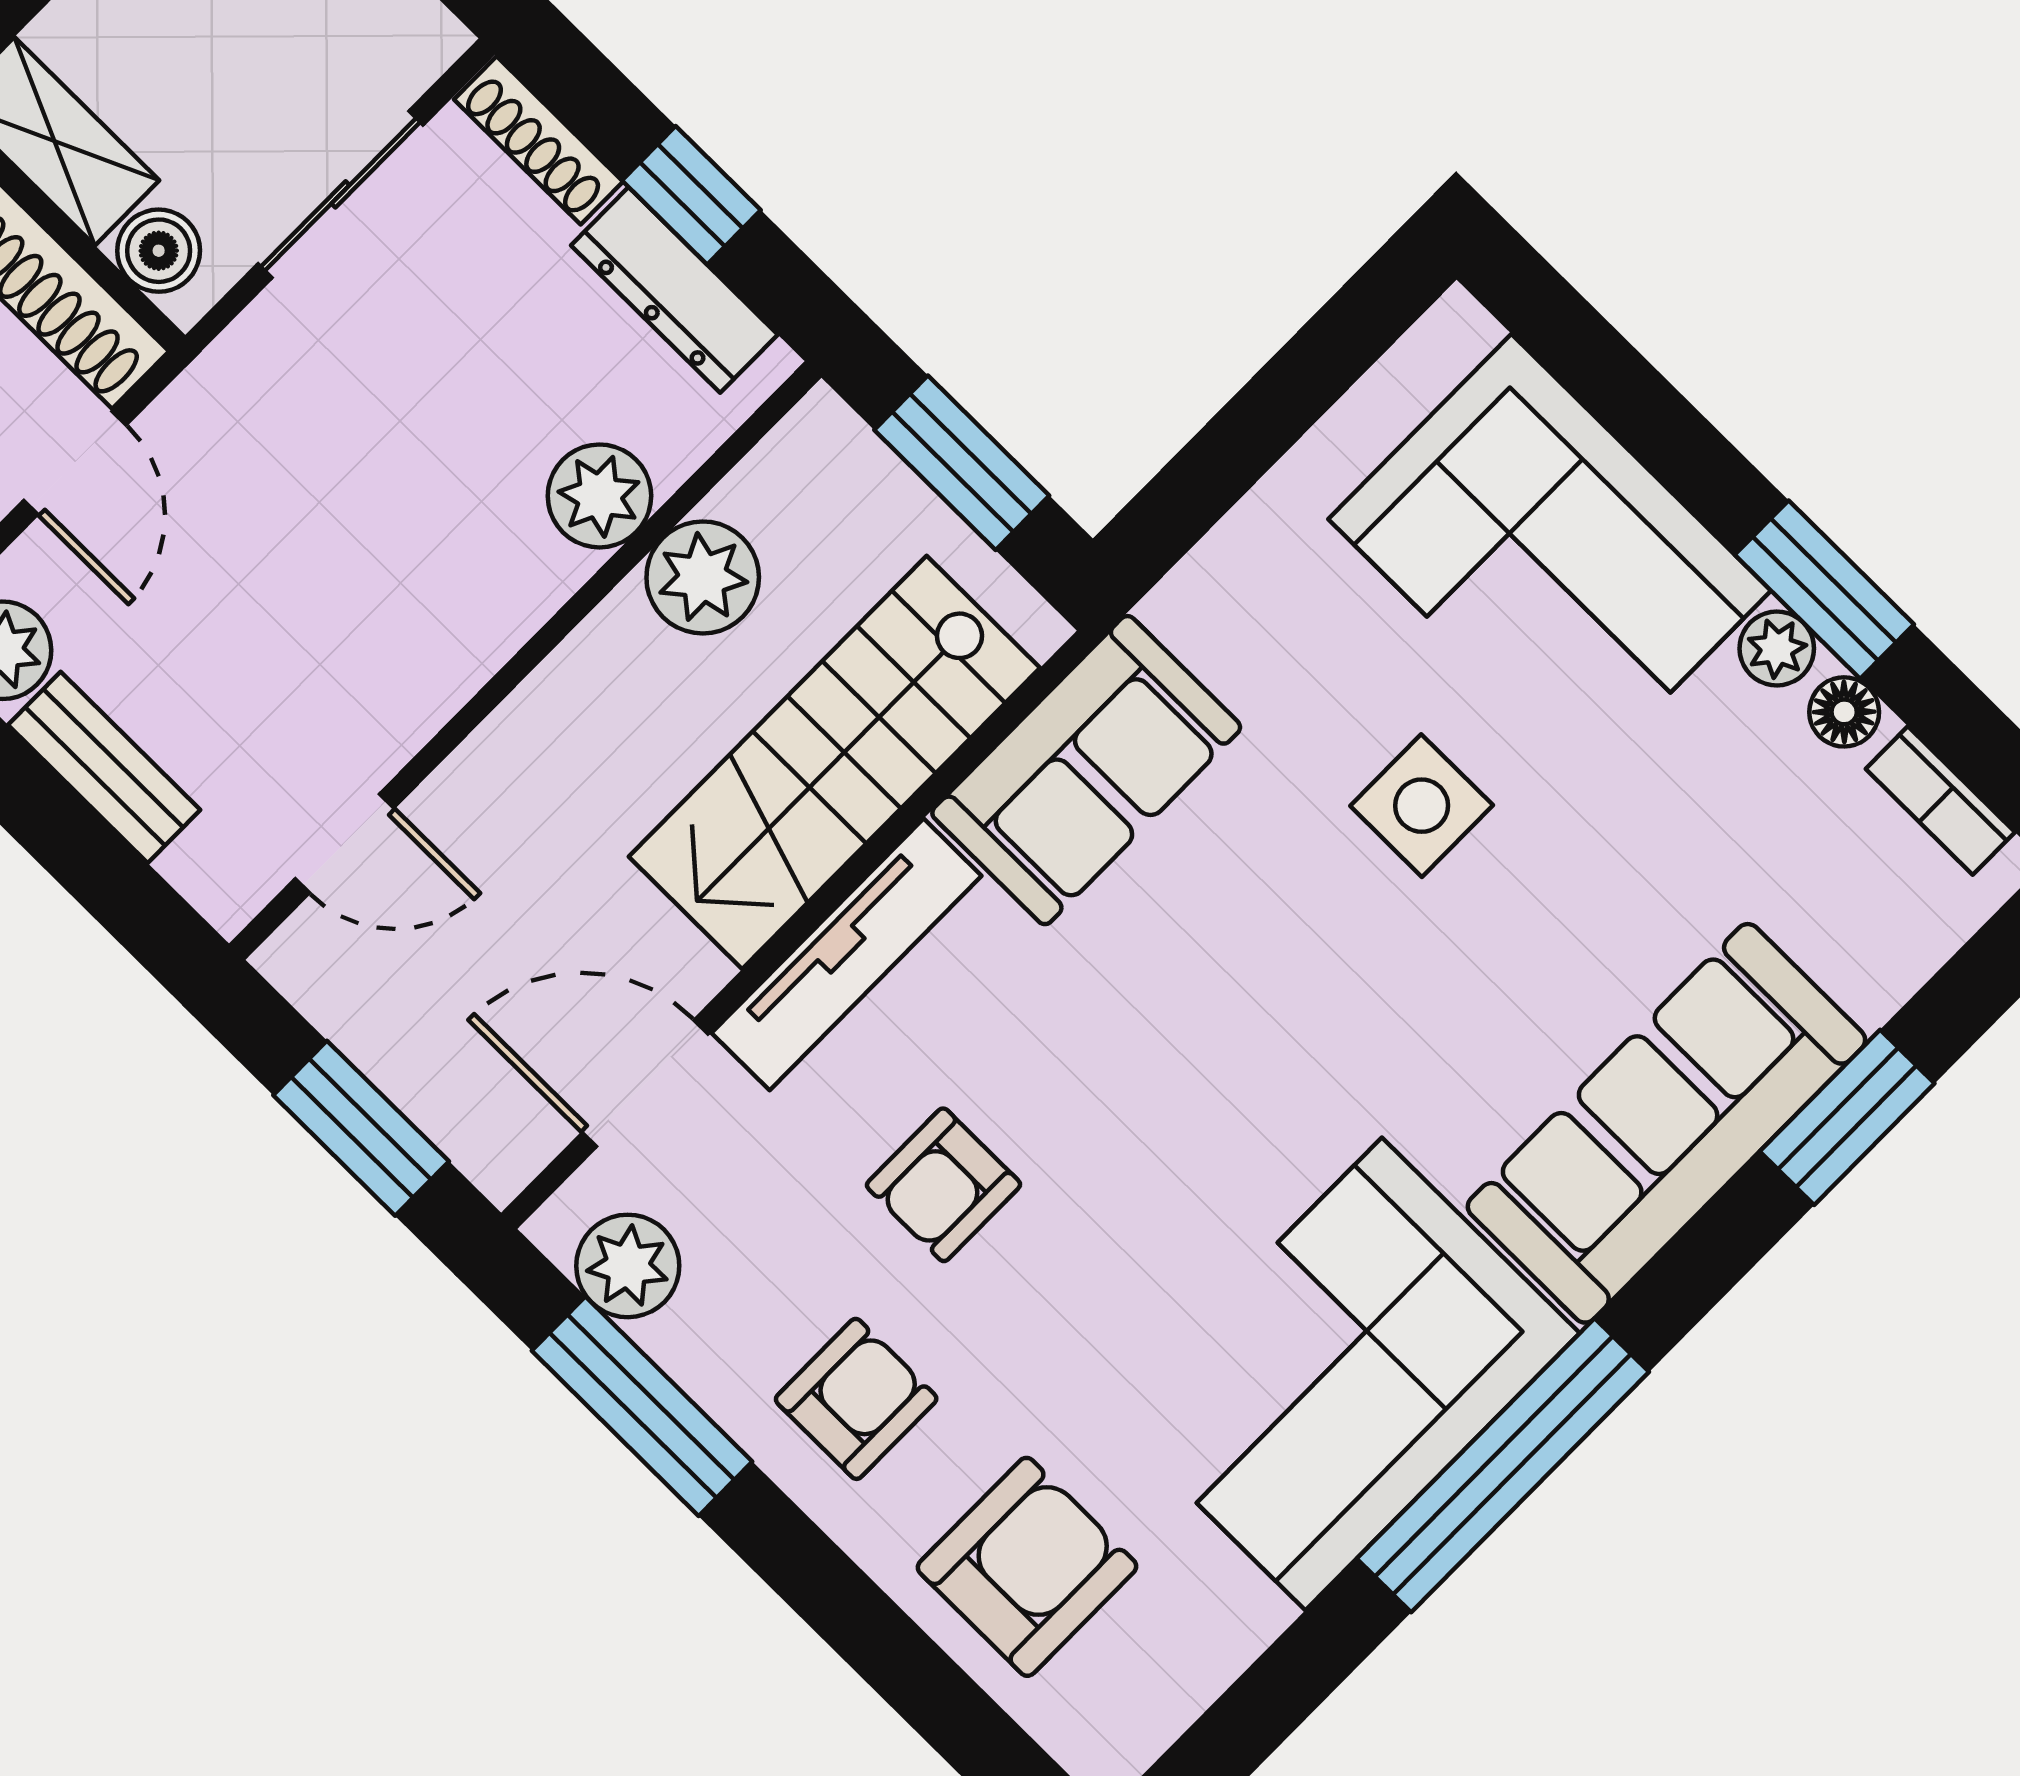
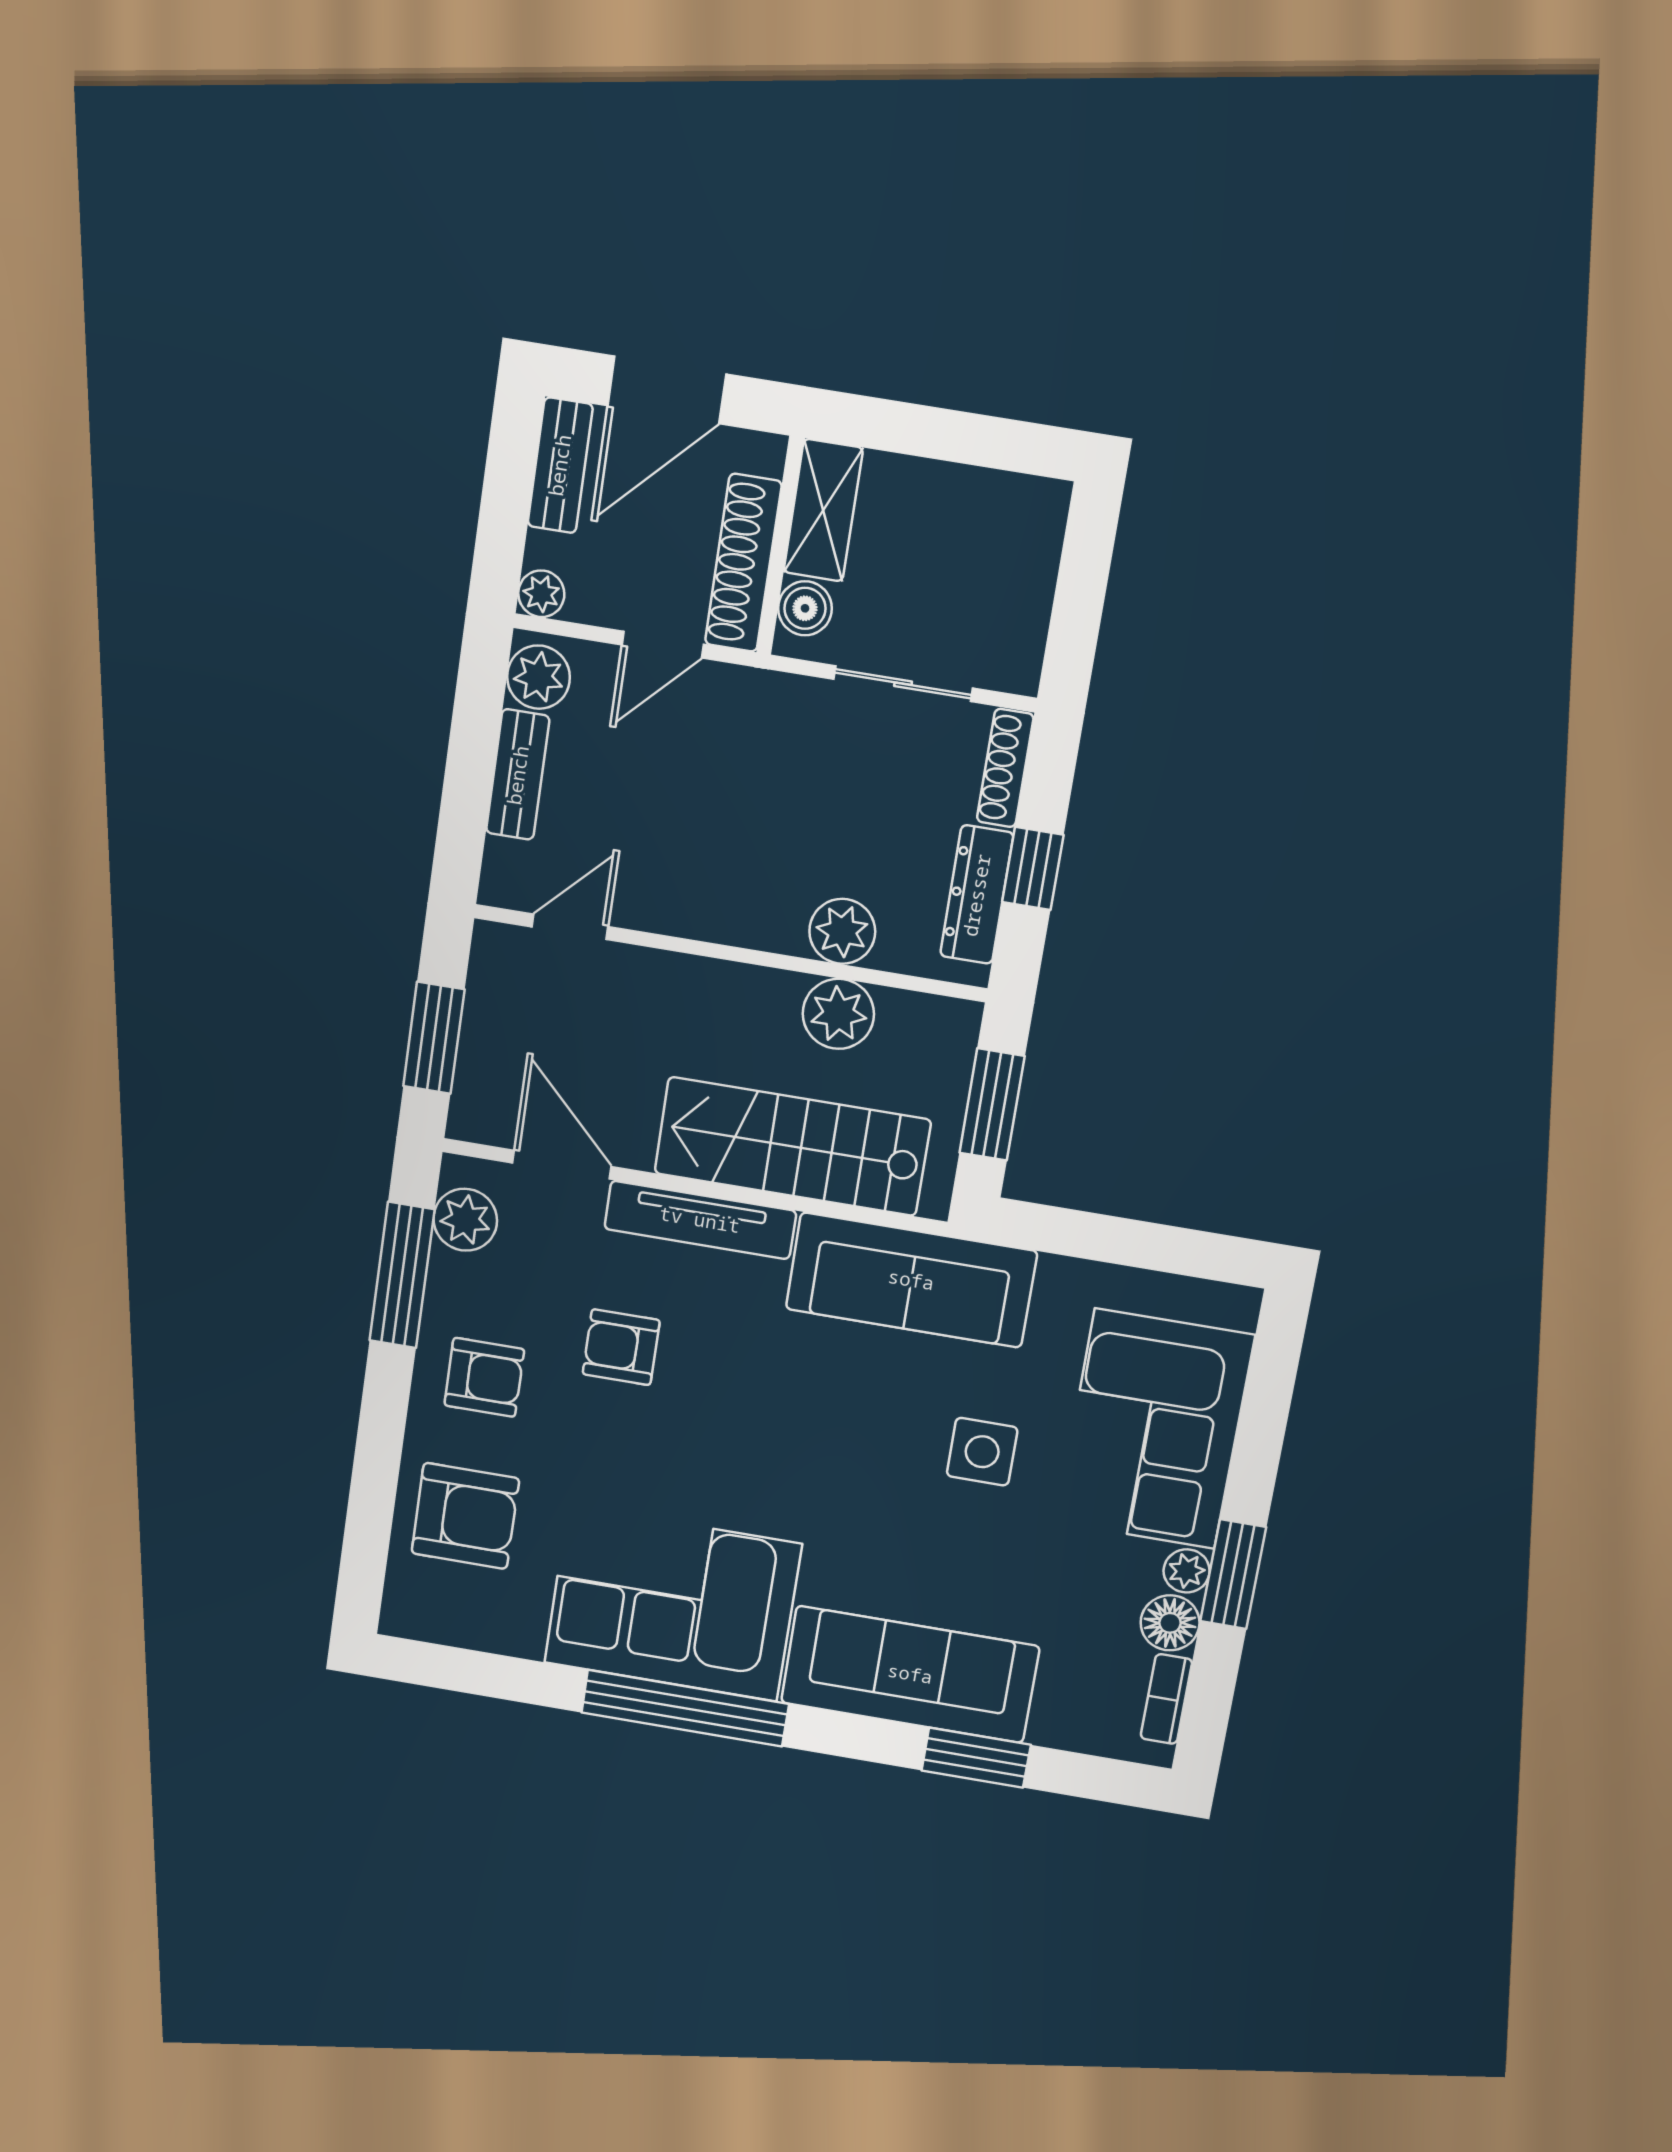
floor lamp: (1844, 712) -> (1170, 1623), width x1.37, depth x1.37
sofa: (1086, 770) -> (911, 1280), width x1.36
door: (344, 843) -> (570, 927), swing flipped

